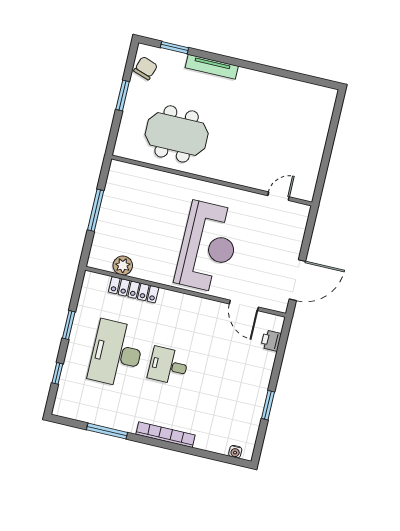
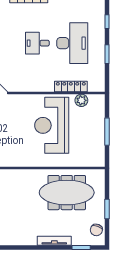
meeting table: (177, 134) -> (67, 193), width x1.36
reception desk: (208, 247) -> (52, 125), moved
desk: (168, 366) -> (37, 43), turned 180

